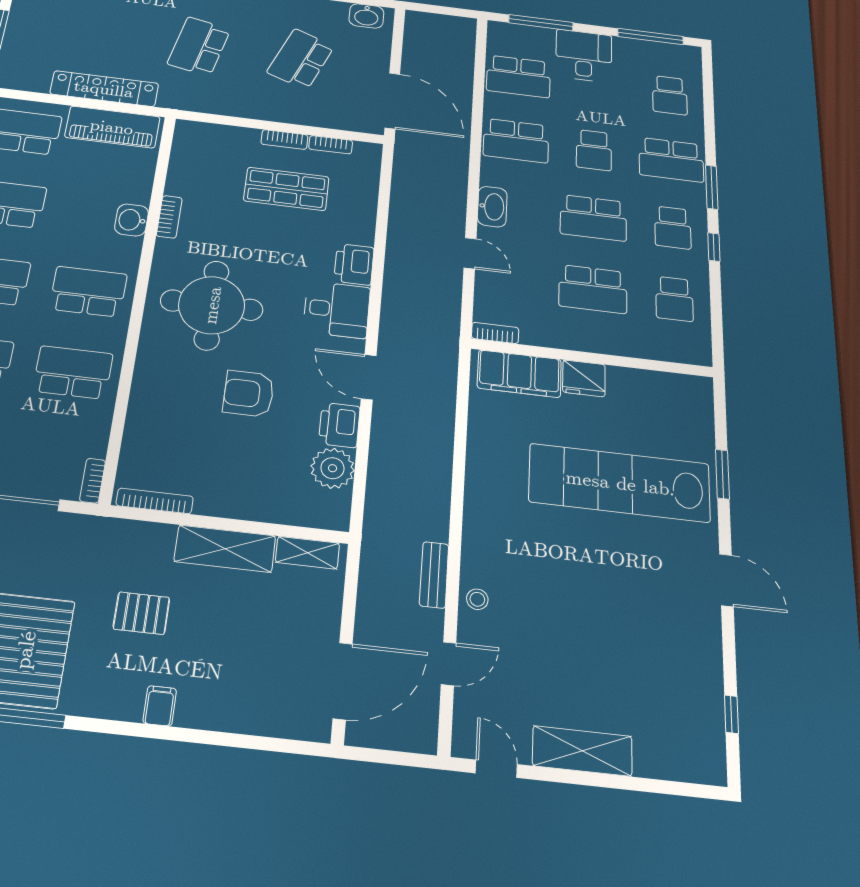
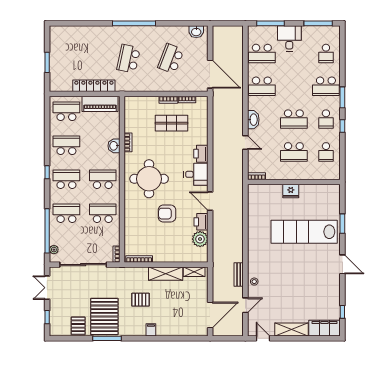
school desk: (594, 150) -> (294, 86), removed
filing cabinet: (519, 374) -> (325, 328), moved, turned 180

